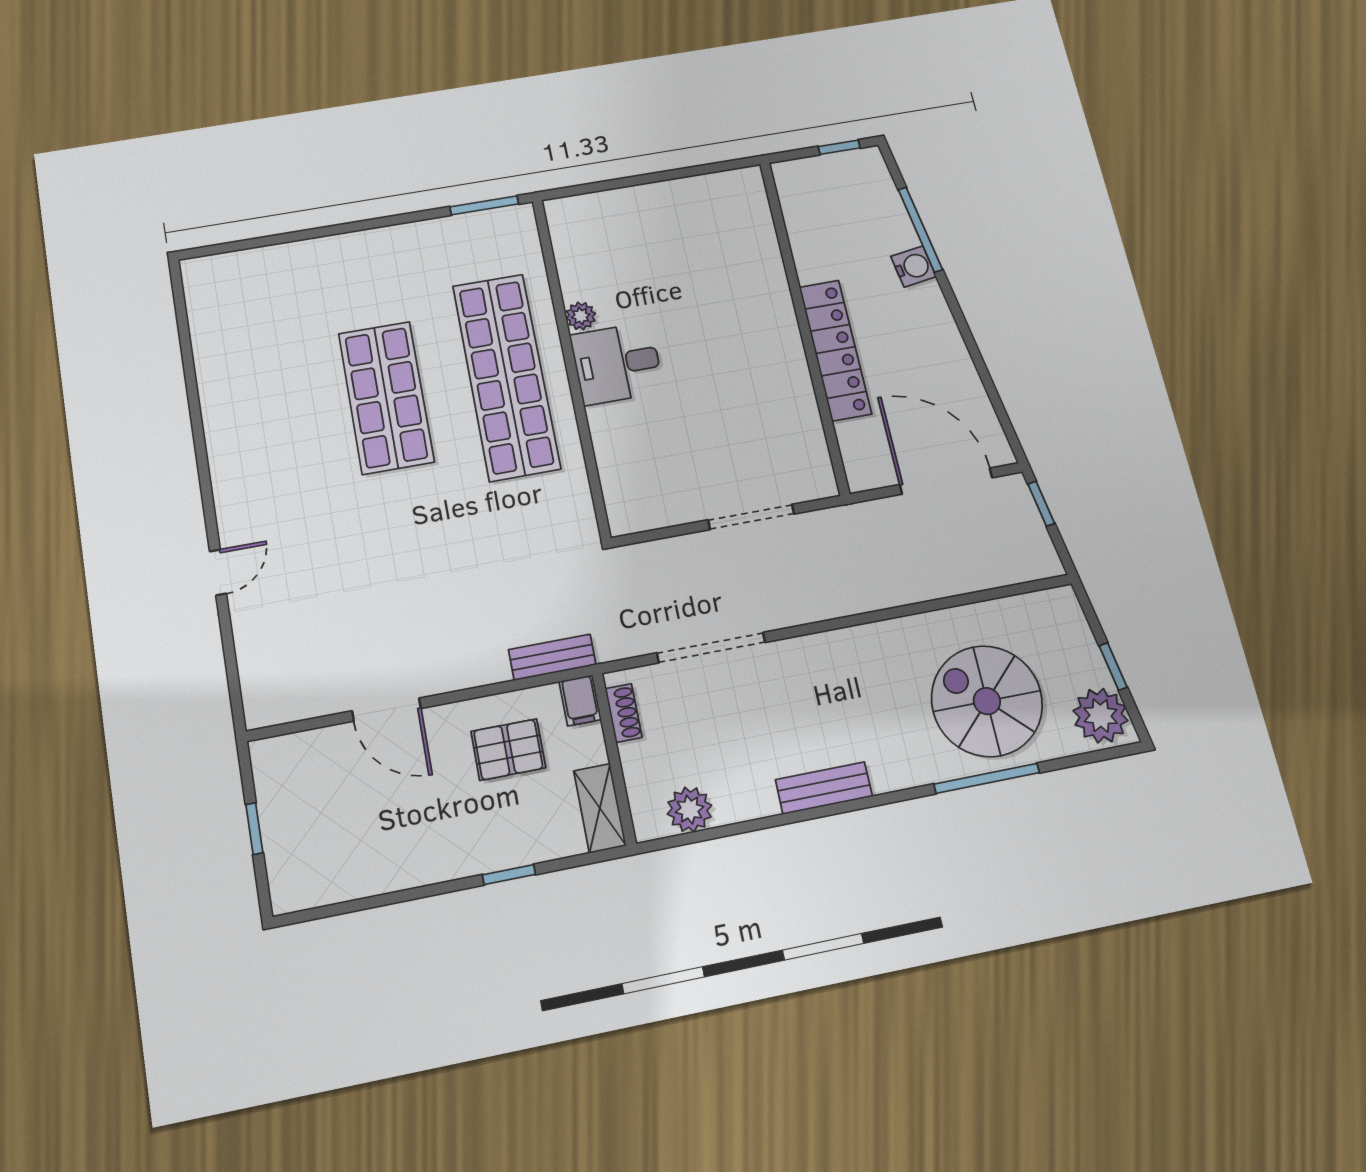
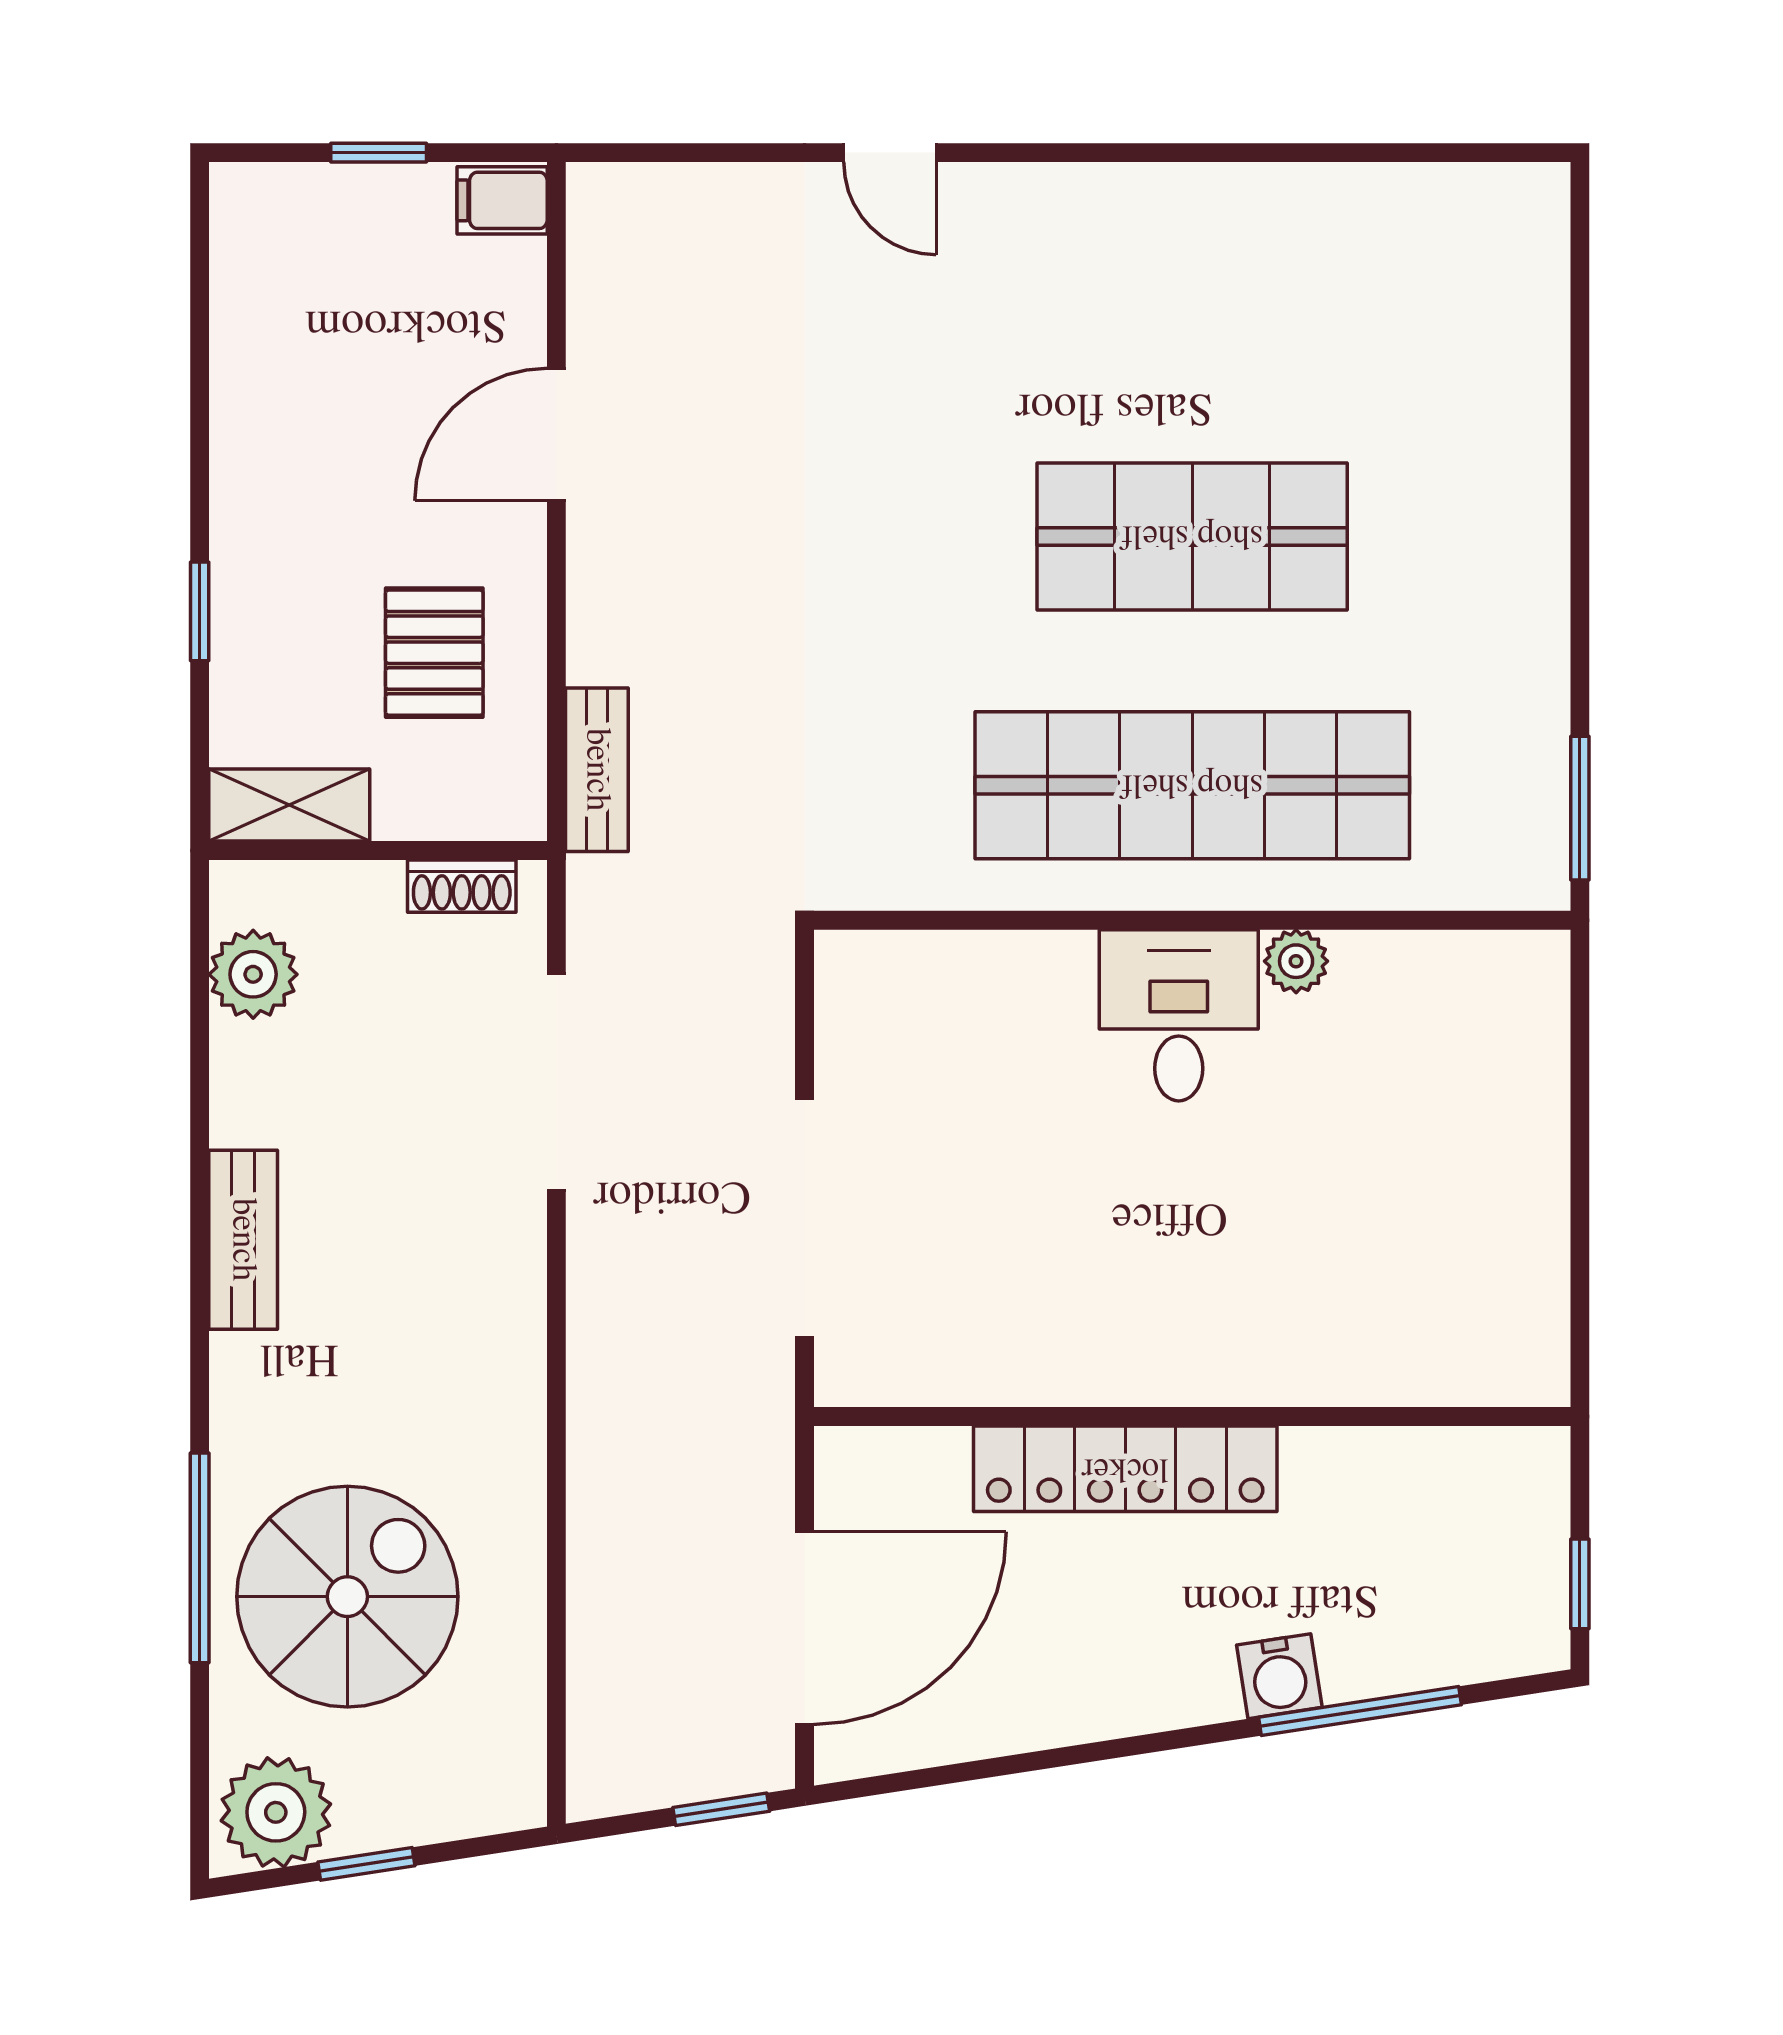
doorway: (751, 517) -> (804, 1218), width x1.36
filing cabinet: (580, 700) -> (502, 200), moved

